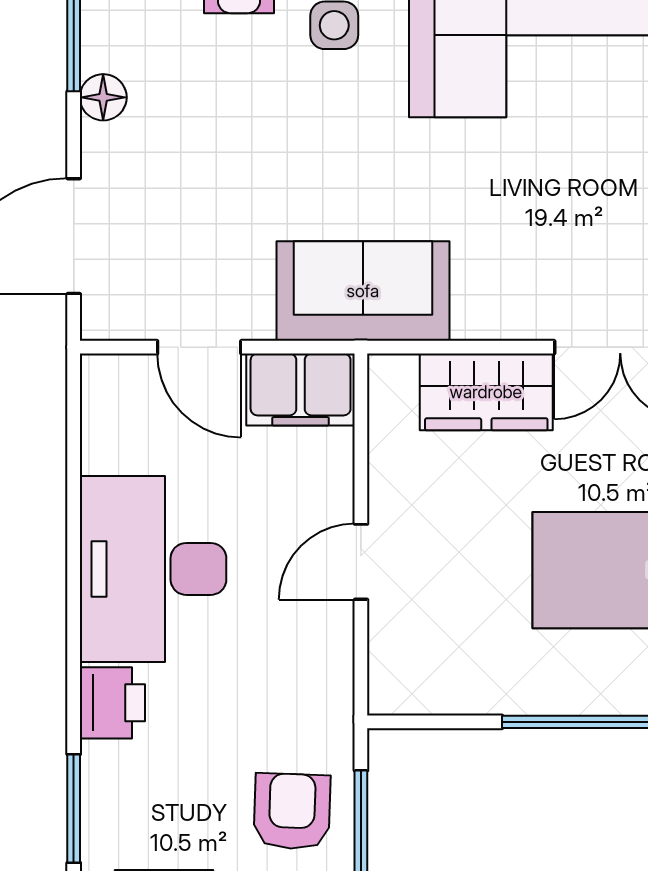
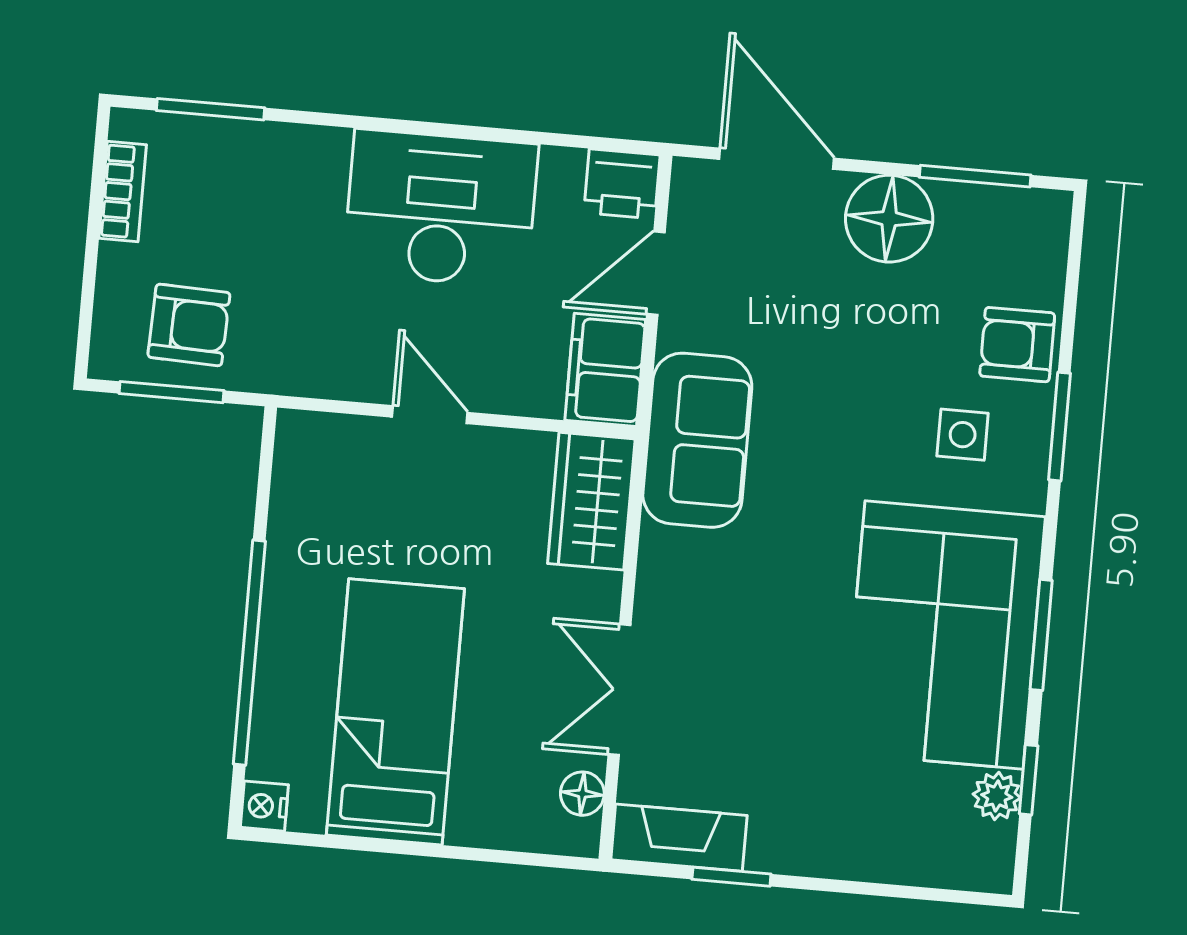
floor lamp: (103, 97) -> (889, 219), width x1.89, depth x1.89
wardrobe: (486, 392) -> (591, 501), moved
printer: (112, 703) -> (622, 184), moved

